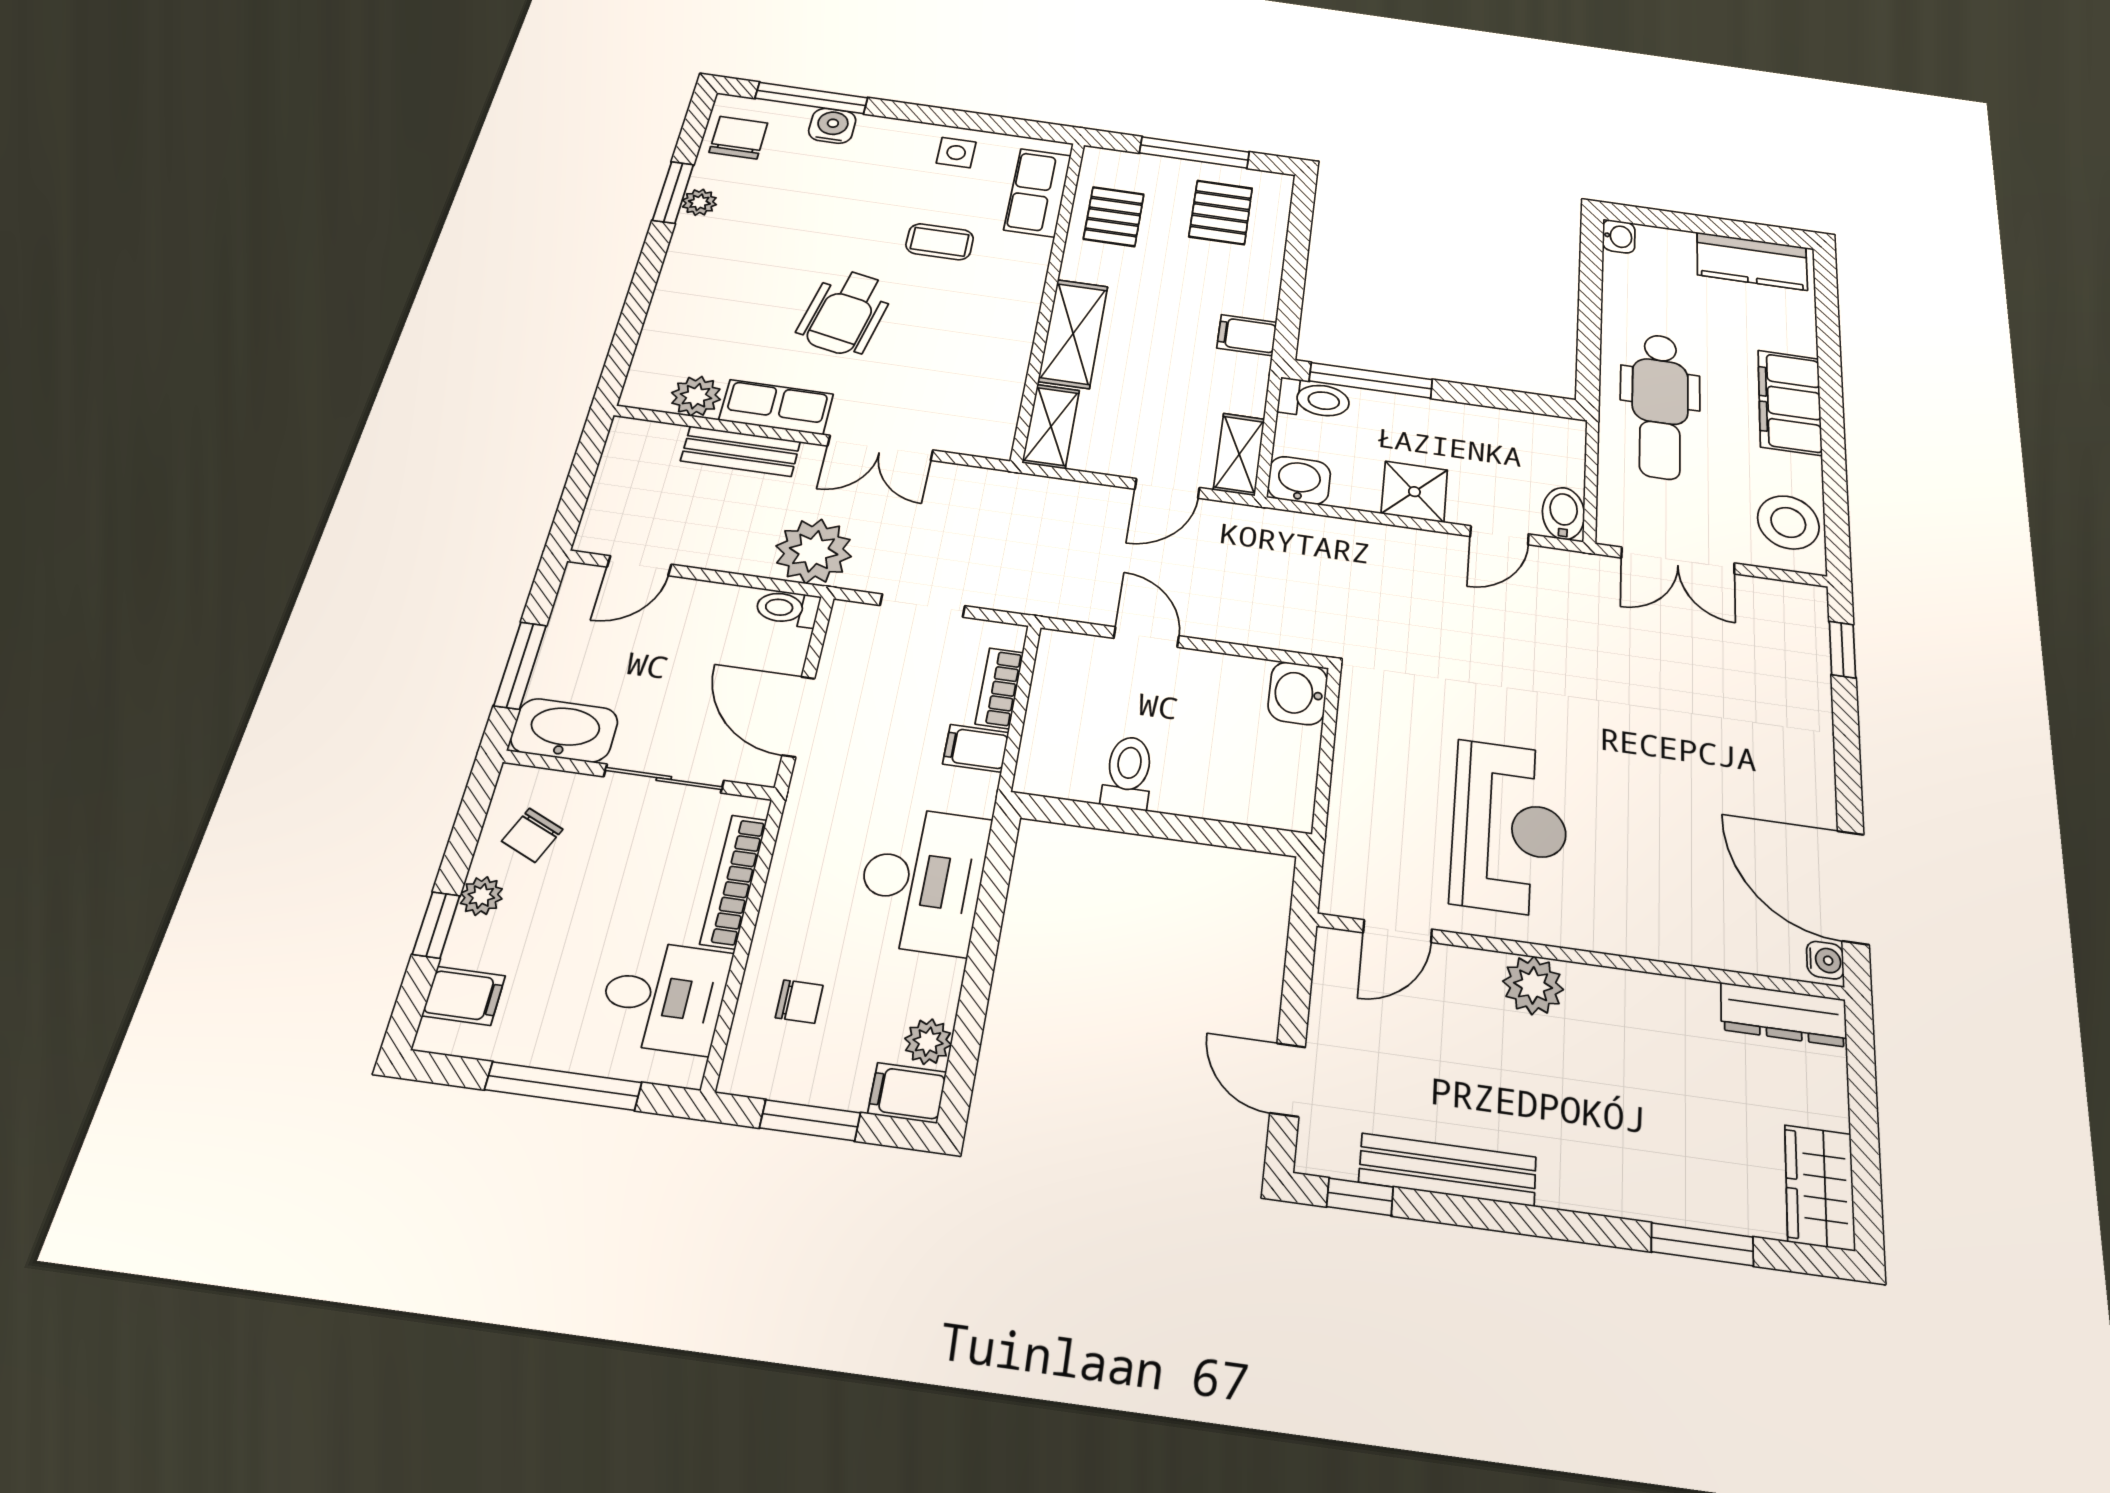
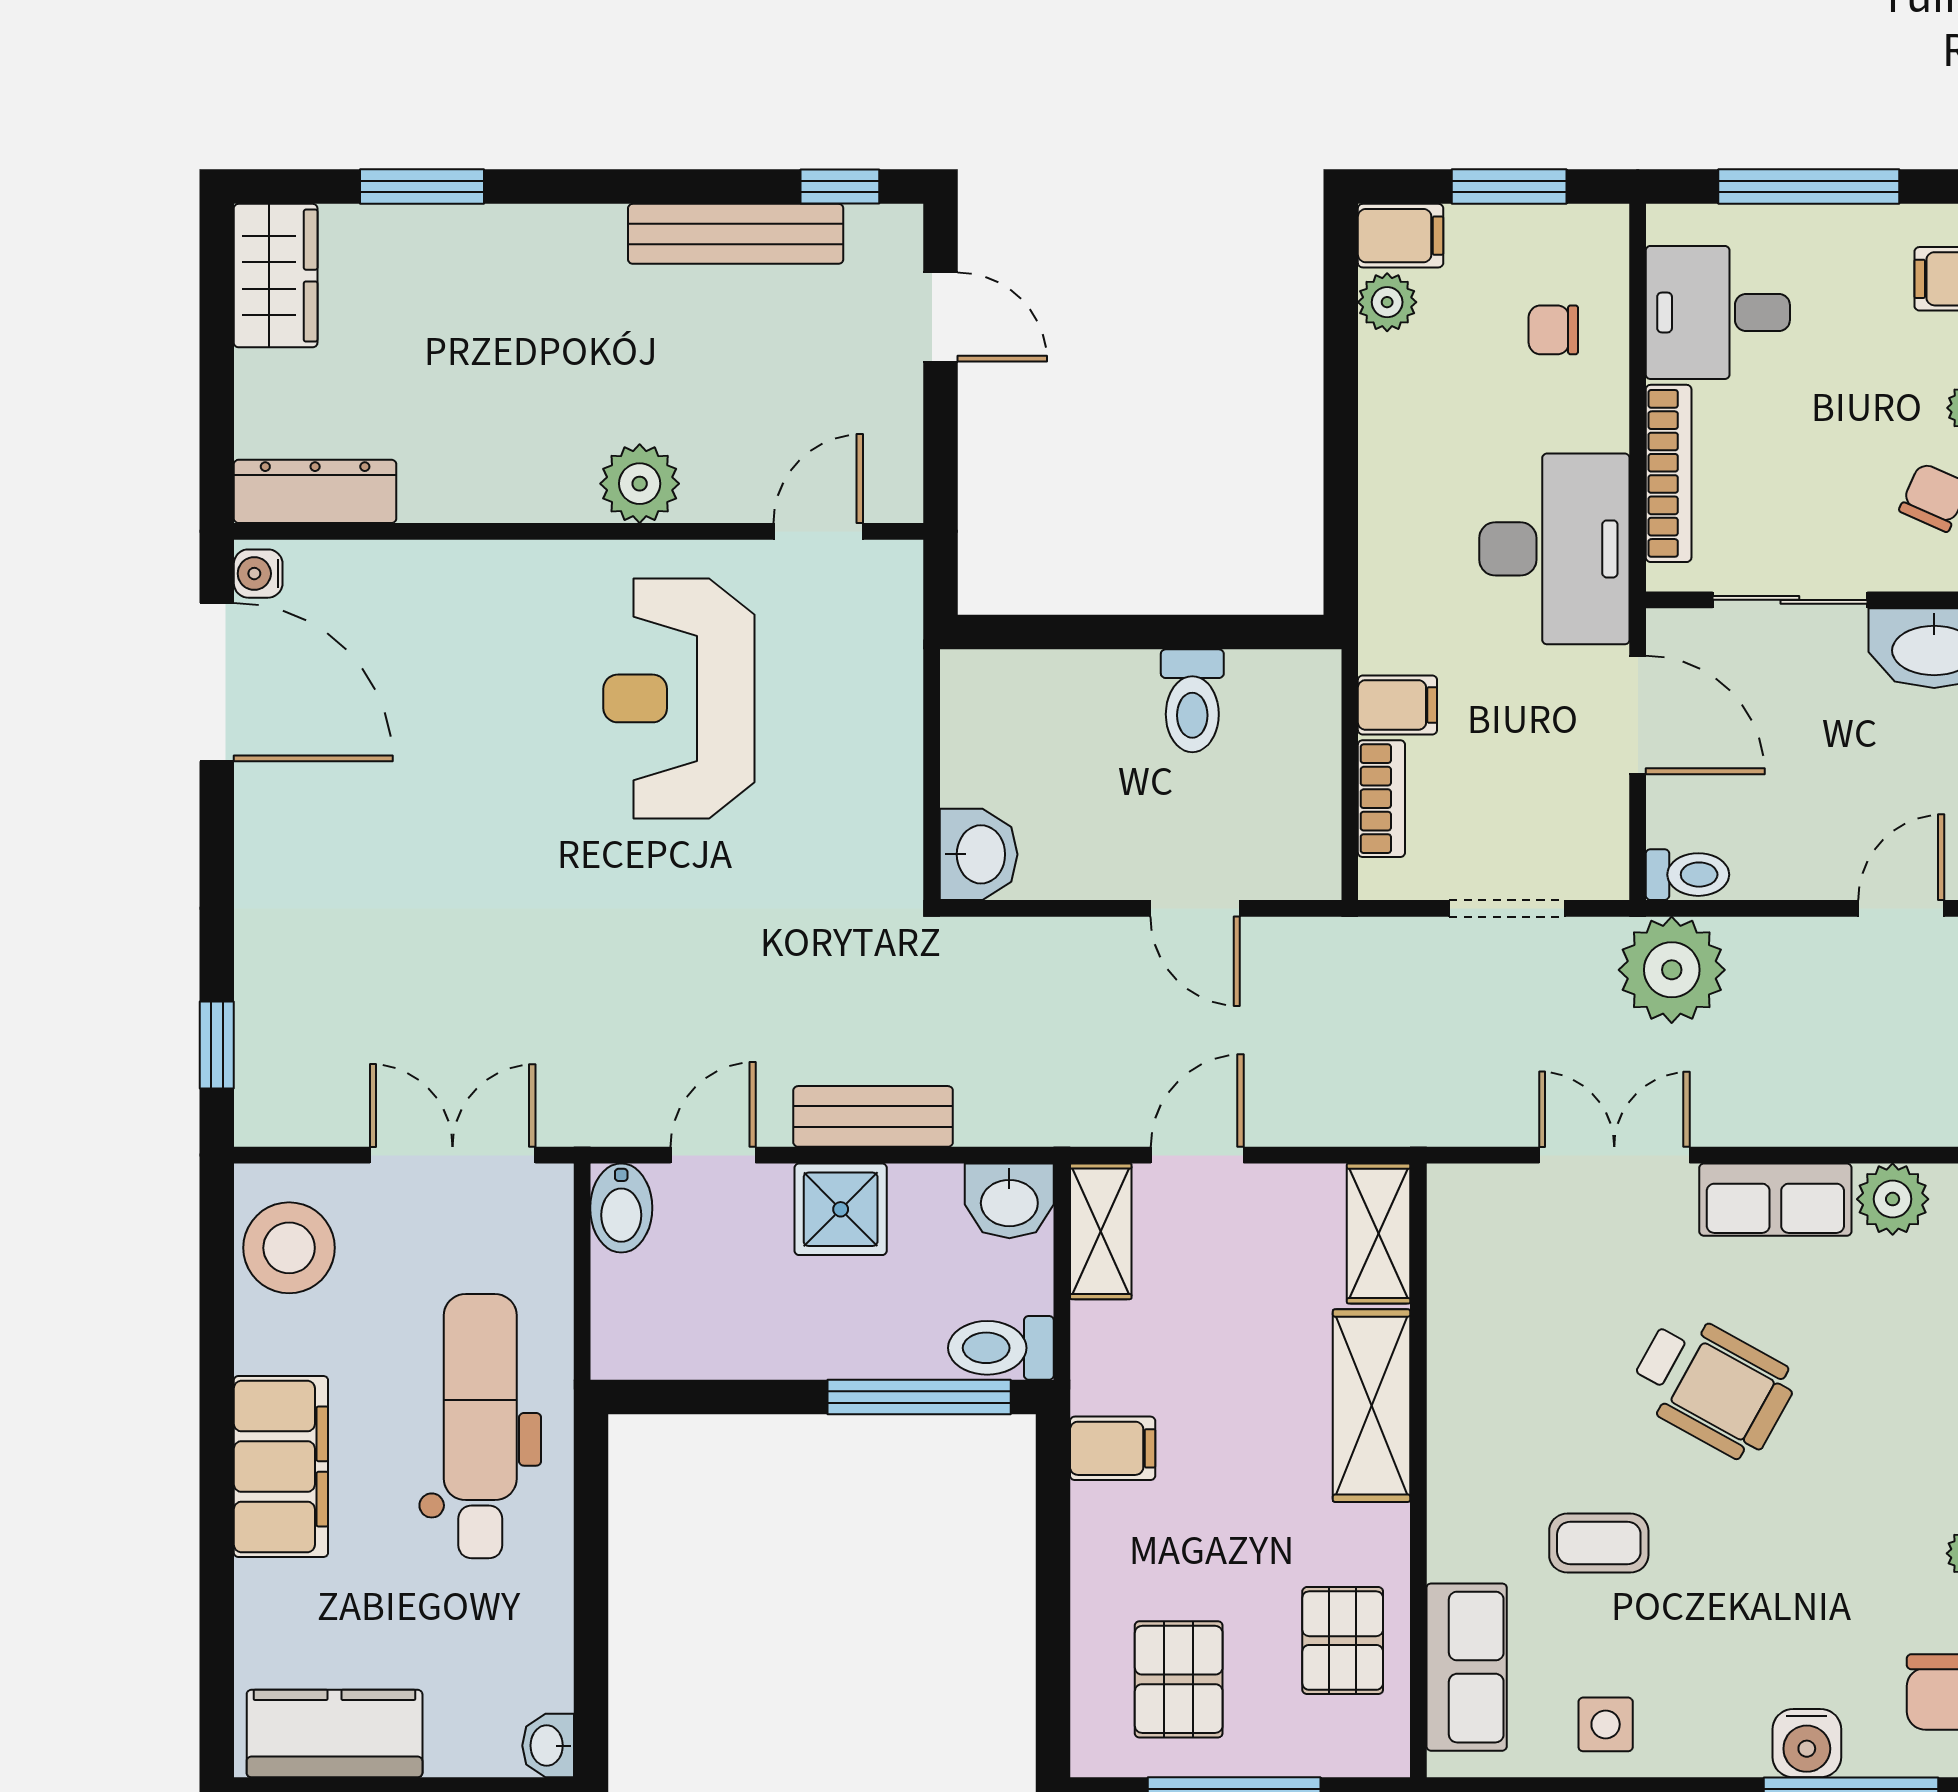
wheelchair: (845, 312) -> (1712, 1386), turned 107
bench: (741, 451) -> (873, 1116), moved
desk: (922, 880) -> (1554, 549), moved, turned 180

